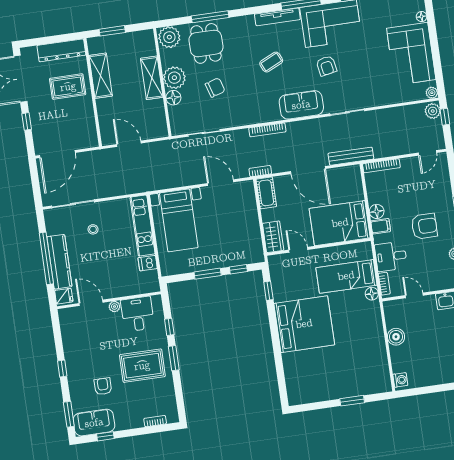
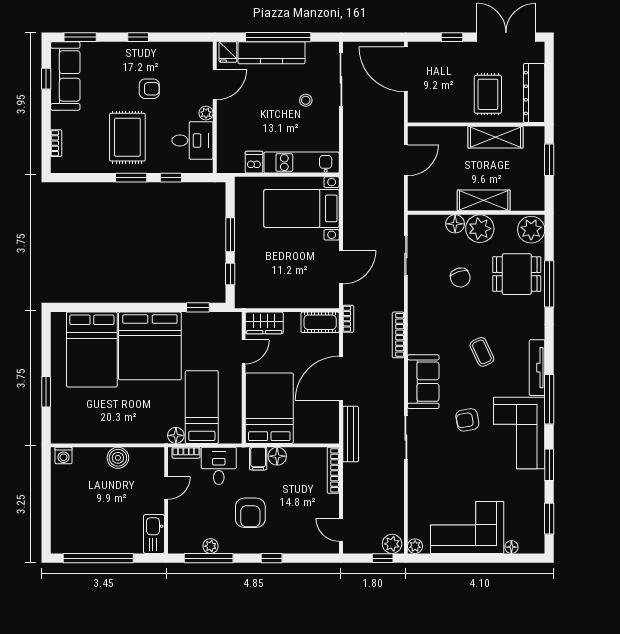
bed: (314, 370) -> (92, 349), added
armchair: (103, 386) -> (149, 89), moved
sofa: (94, 423) -> (65, 76), width x1.36

